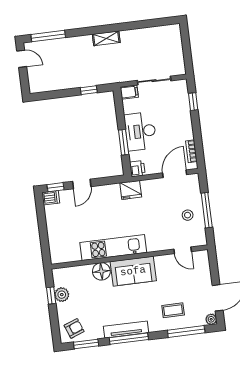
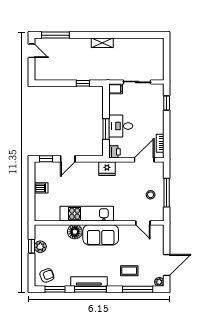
desk: (140, 131) -> (121, 126), width x0.73
dishwasher: (51, 198) -> (41, 188), moved

